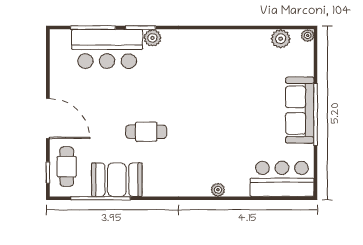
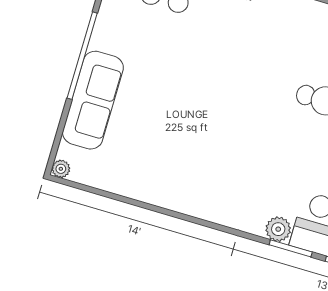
plant: (281, 39) -> (100, 175), removed
sofa: (300, 110) -> (93, 100), moved

